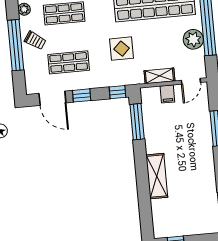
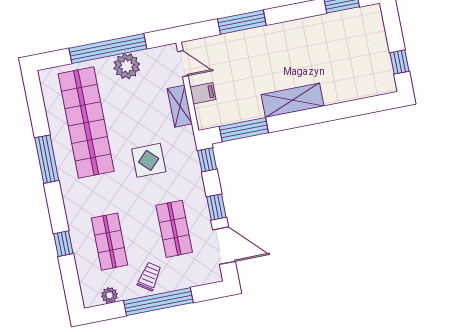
door: (52, 98) -> (224, 246), hinge flipped
shelving: (157, 176) -> (292, 100), moved

